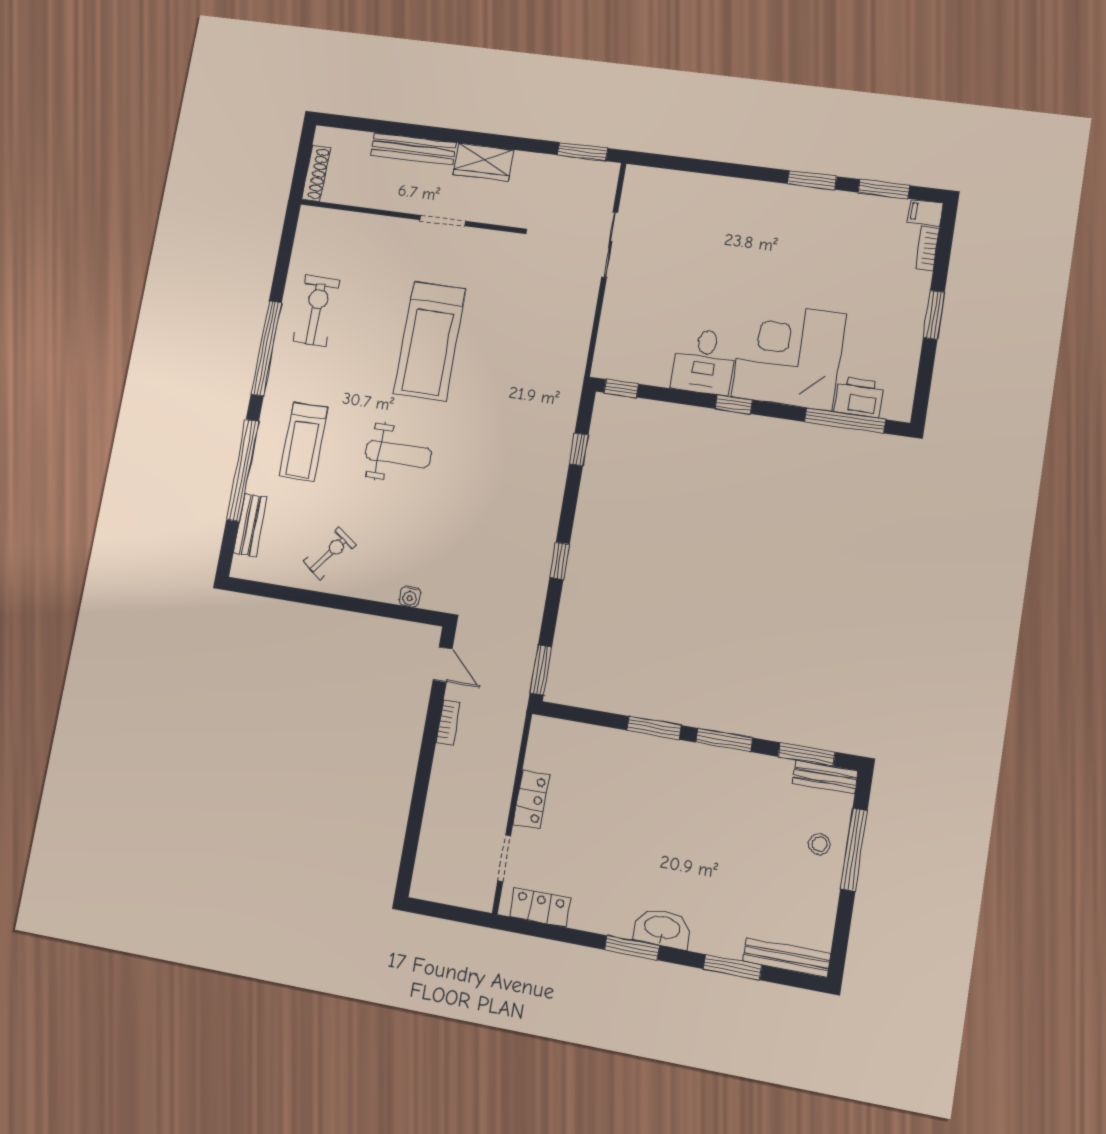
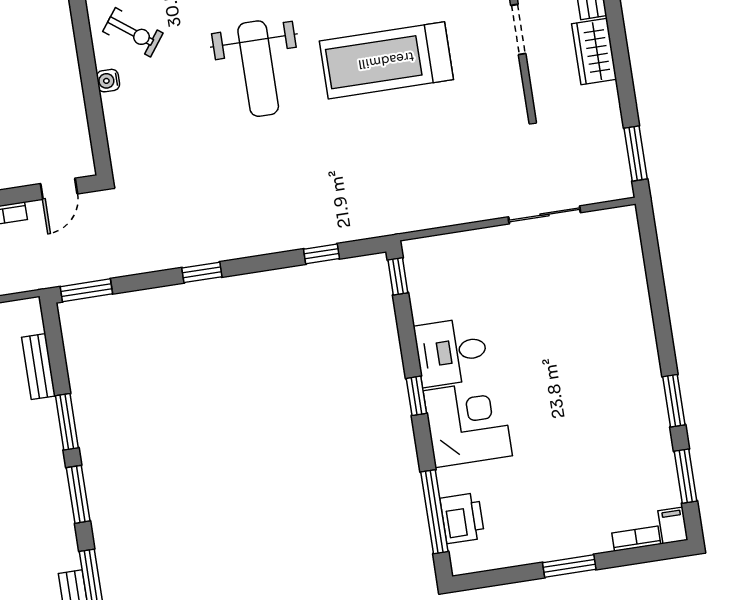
corner desk: (789, 355) -> (468, 423), width x0.74, depth x0.74
weight bench: (399, 454) -> (258, 69), width x1.36, depth x1.33
water cooler: (410, 597) -> (108, 81), moved
bench: (595, 737) -> (39, 367), added

